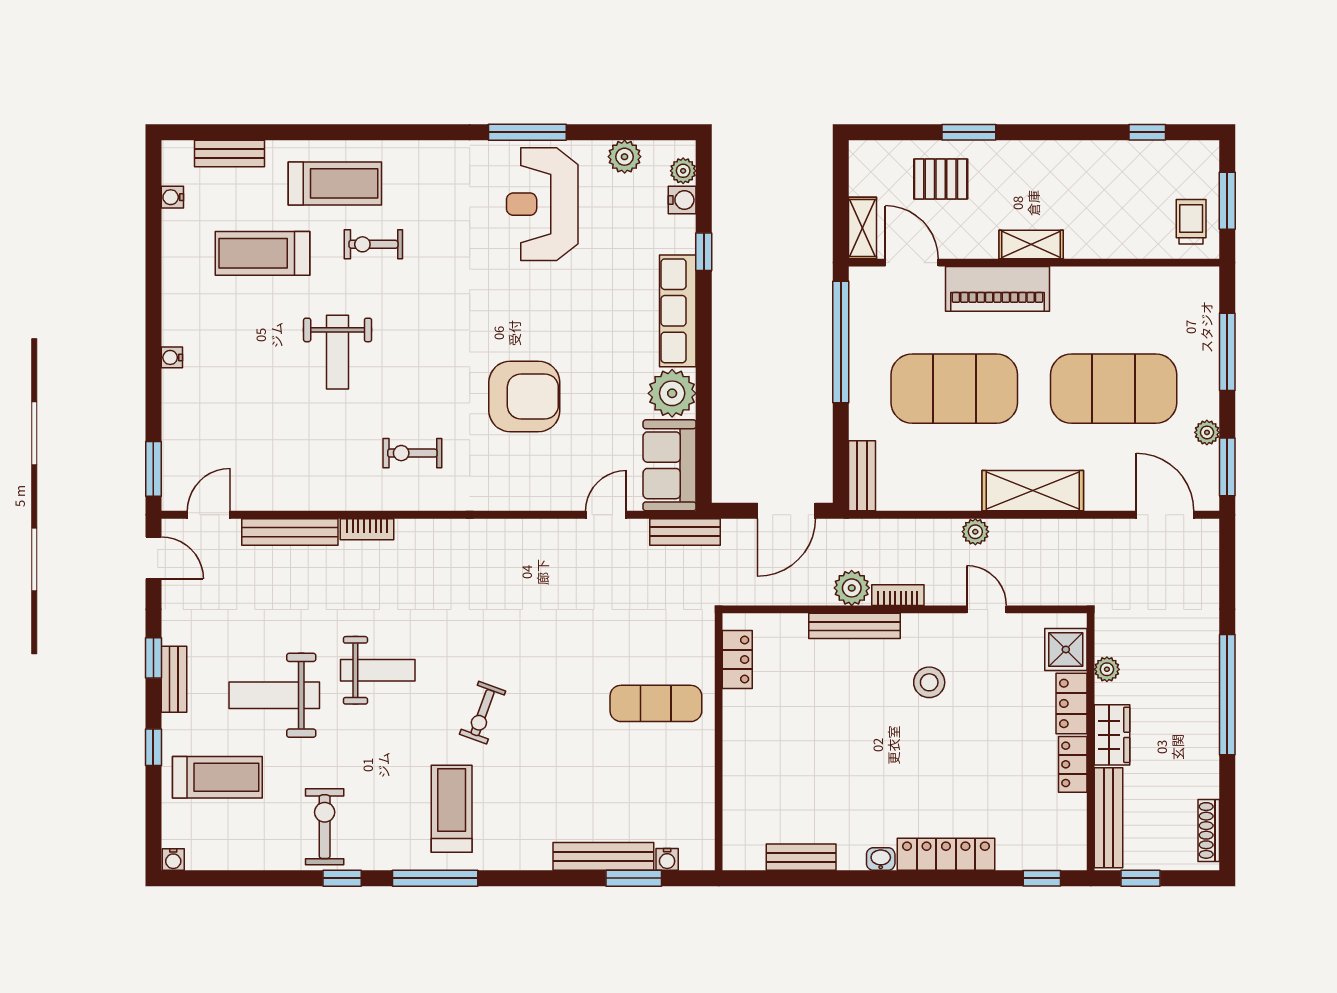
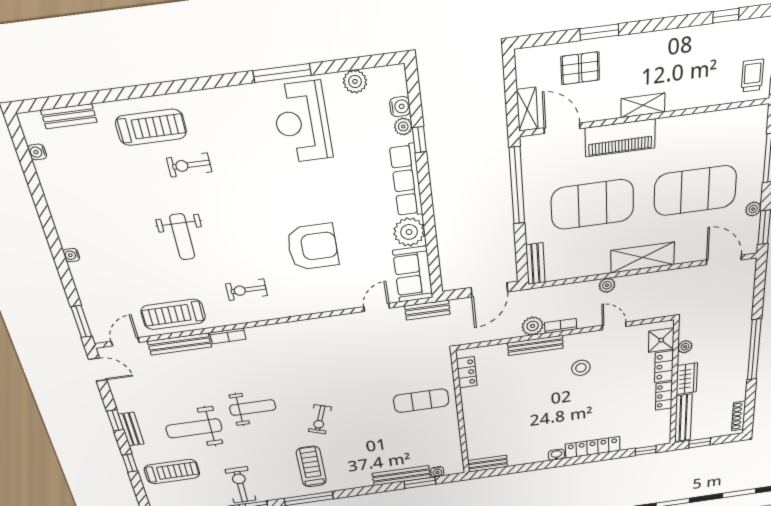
plant: (683, 171) -> (403, 126), moved
treadmill: (263, 253) -> (173, 314), moved
bench: (801, 857) -> (488, 464), moved

